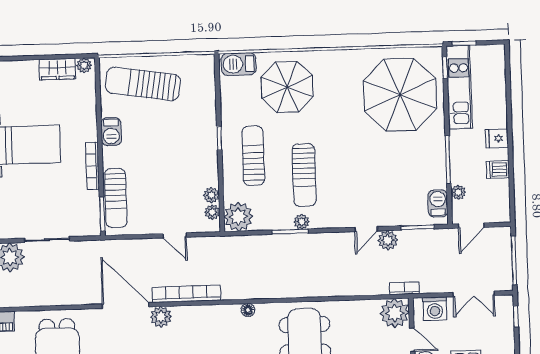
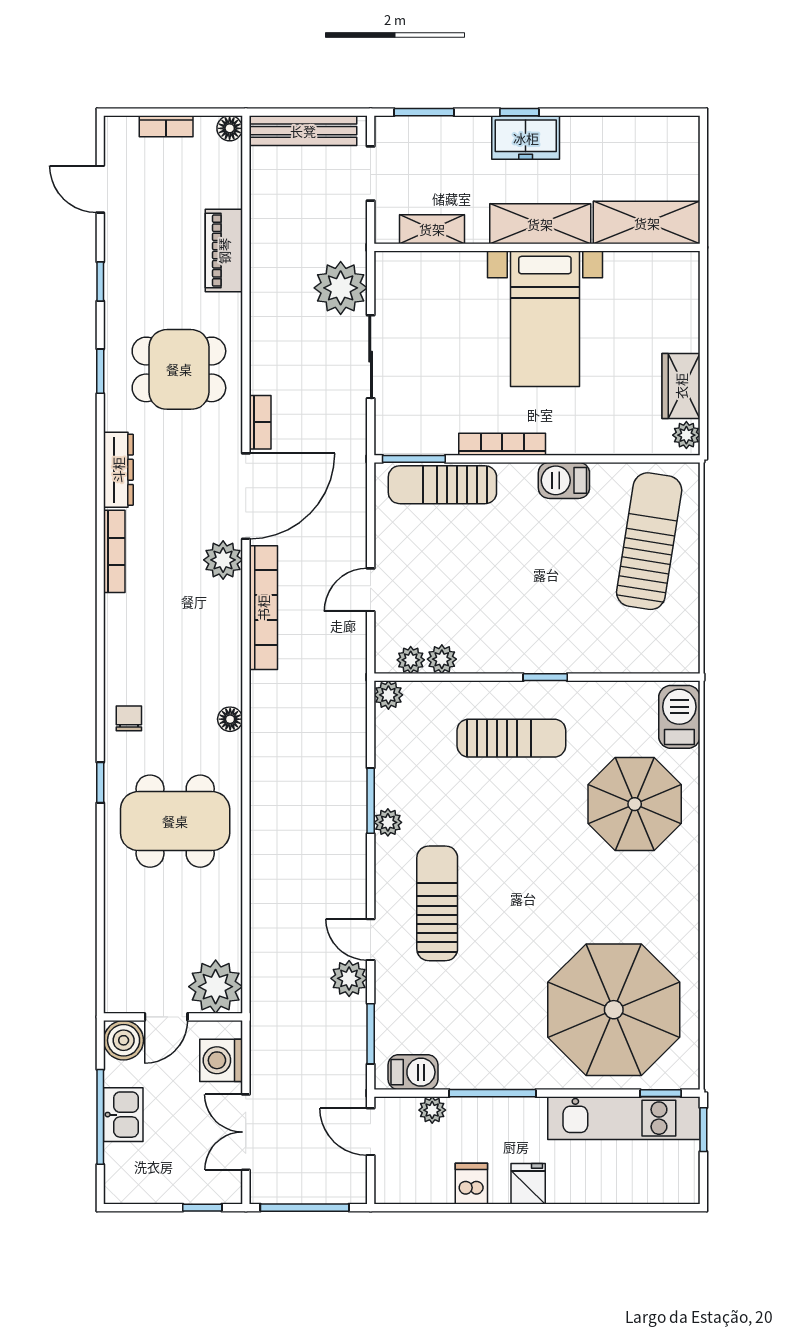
sun lounger: (304, 175) -> (437, 903), moved, turned 90
plant: (238, 217) -> (388, 695), width x0.53, depth x0.53
bookcase: (404, 288) -> (260, 422), moved

